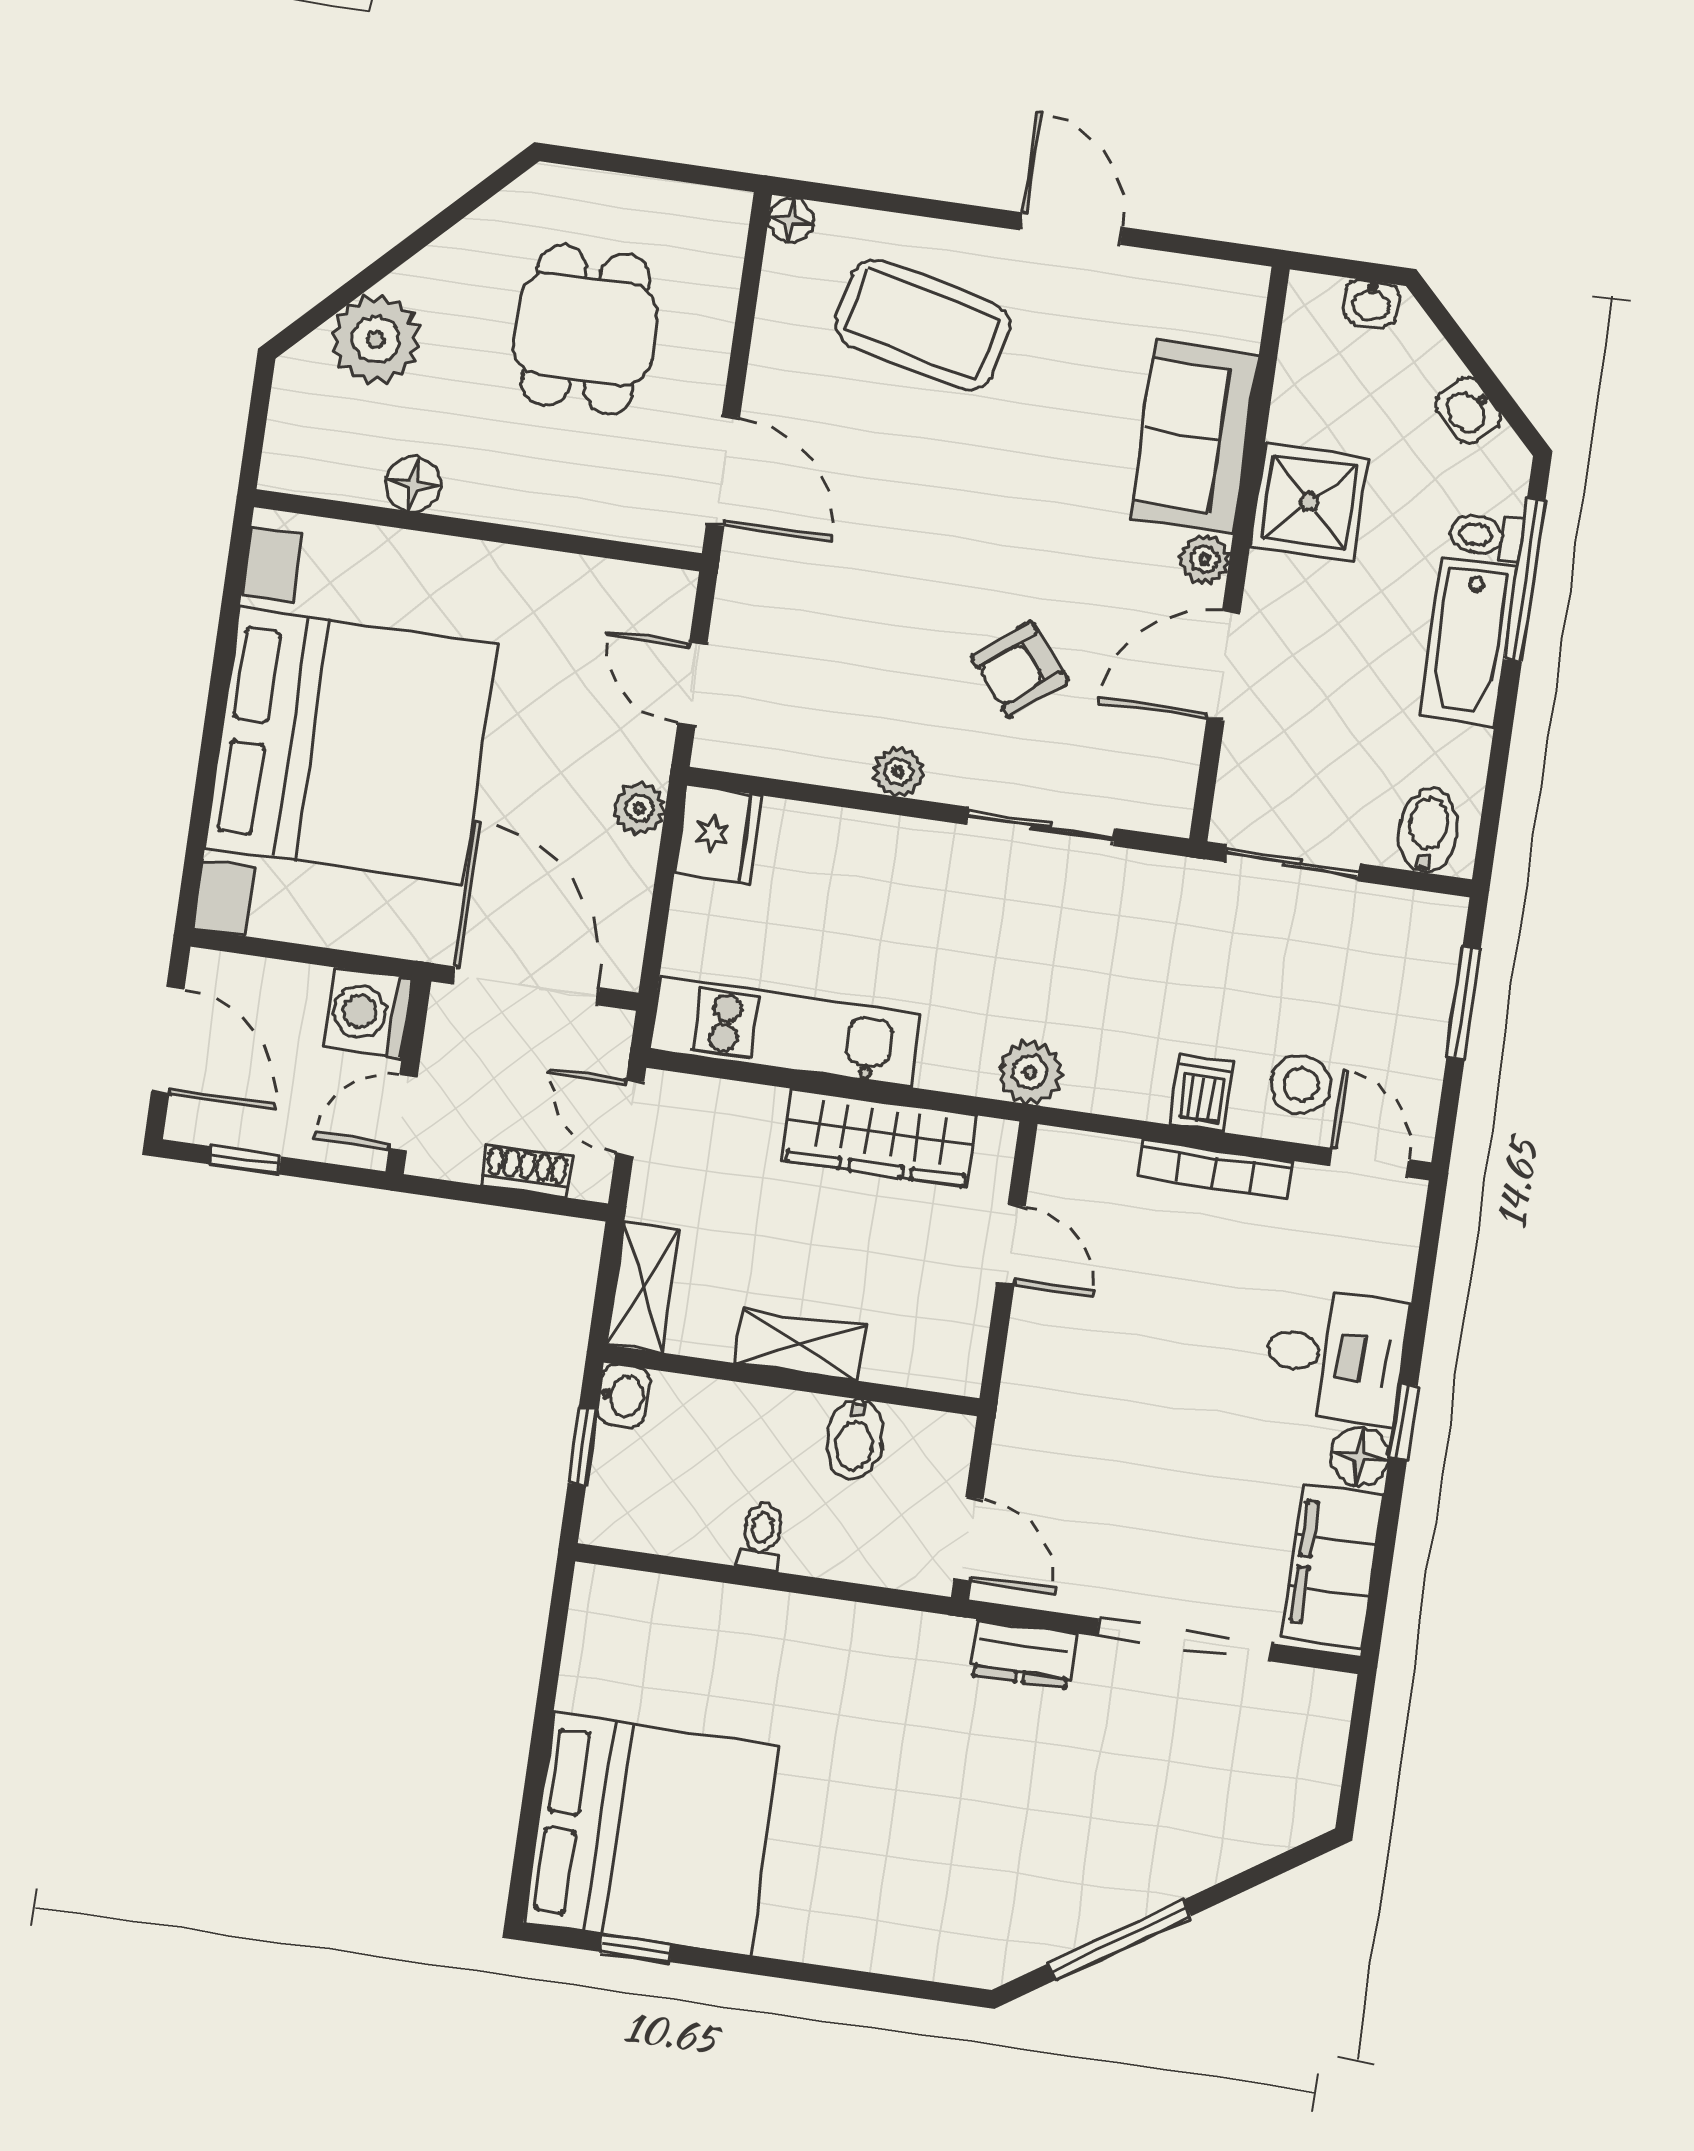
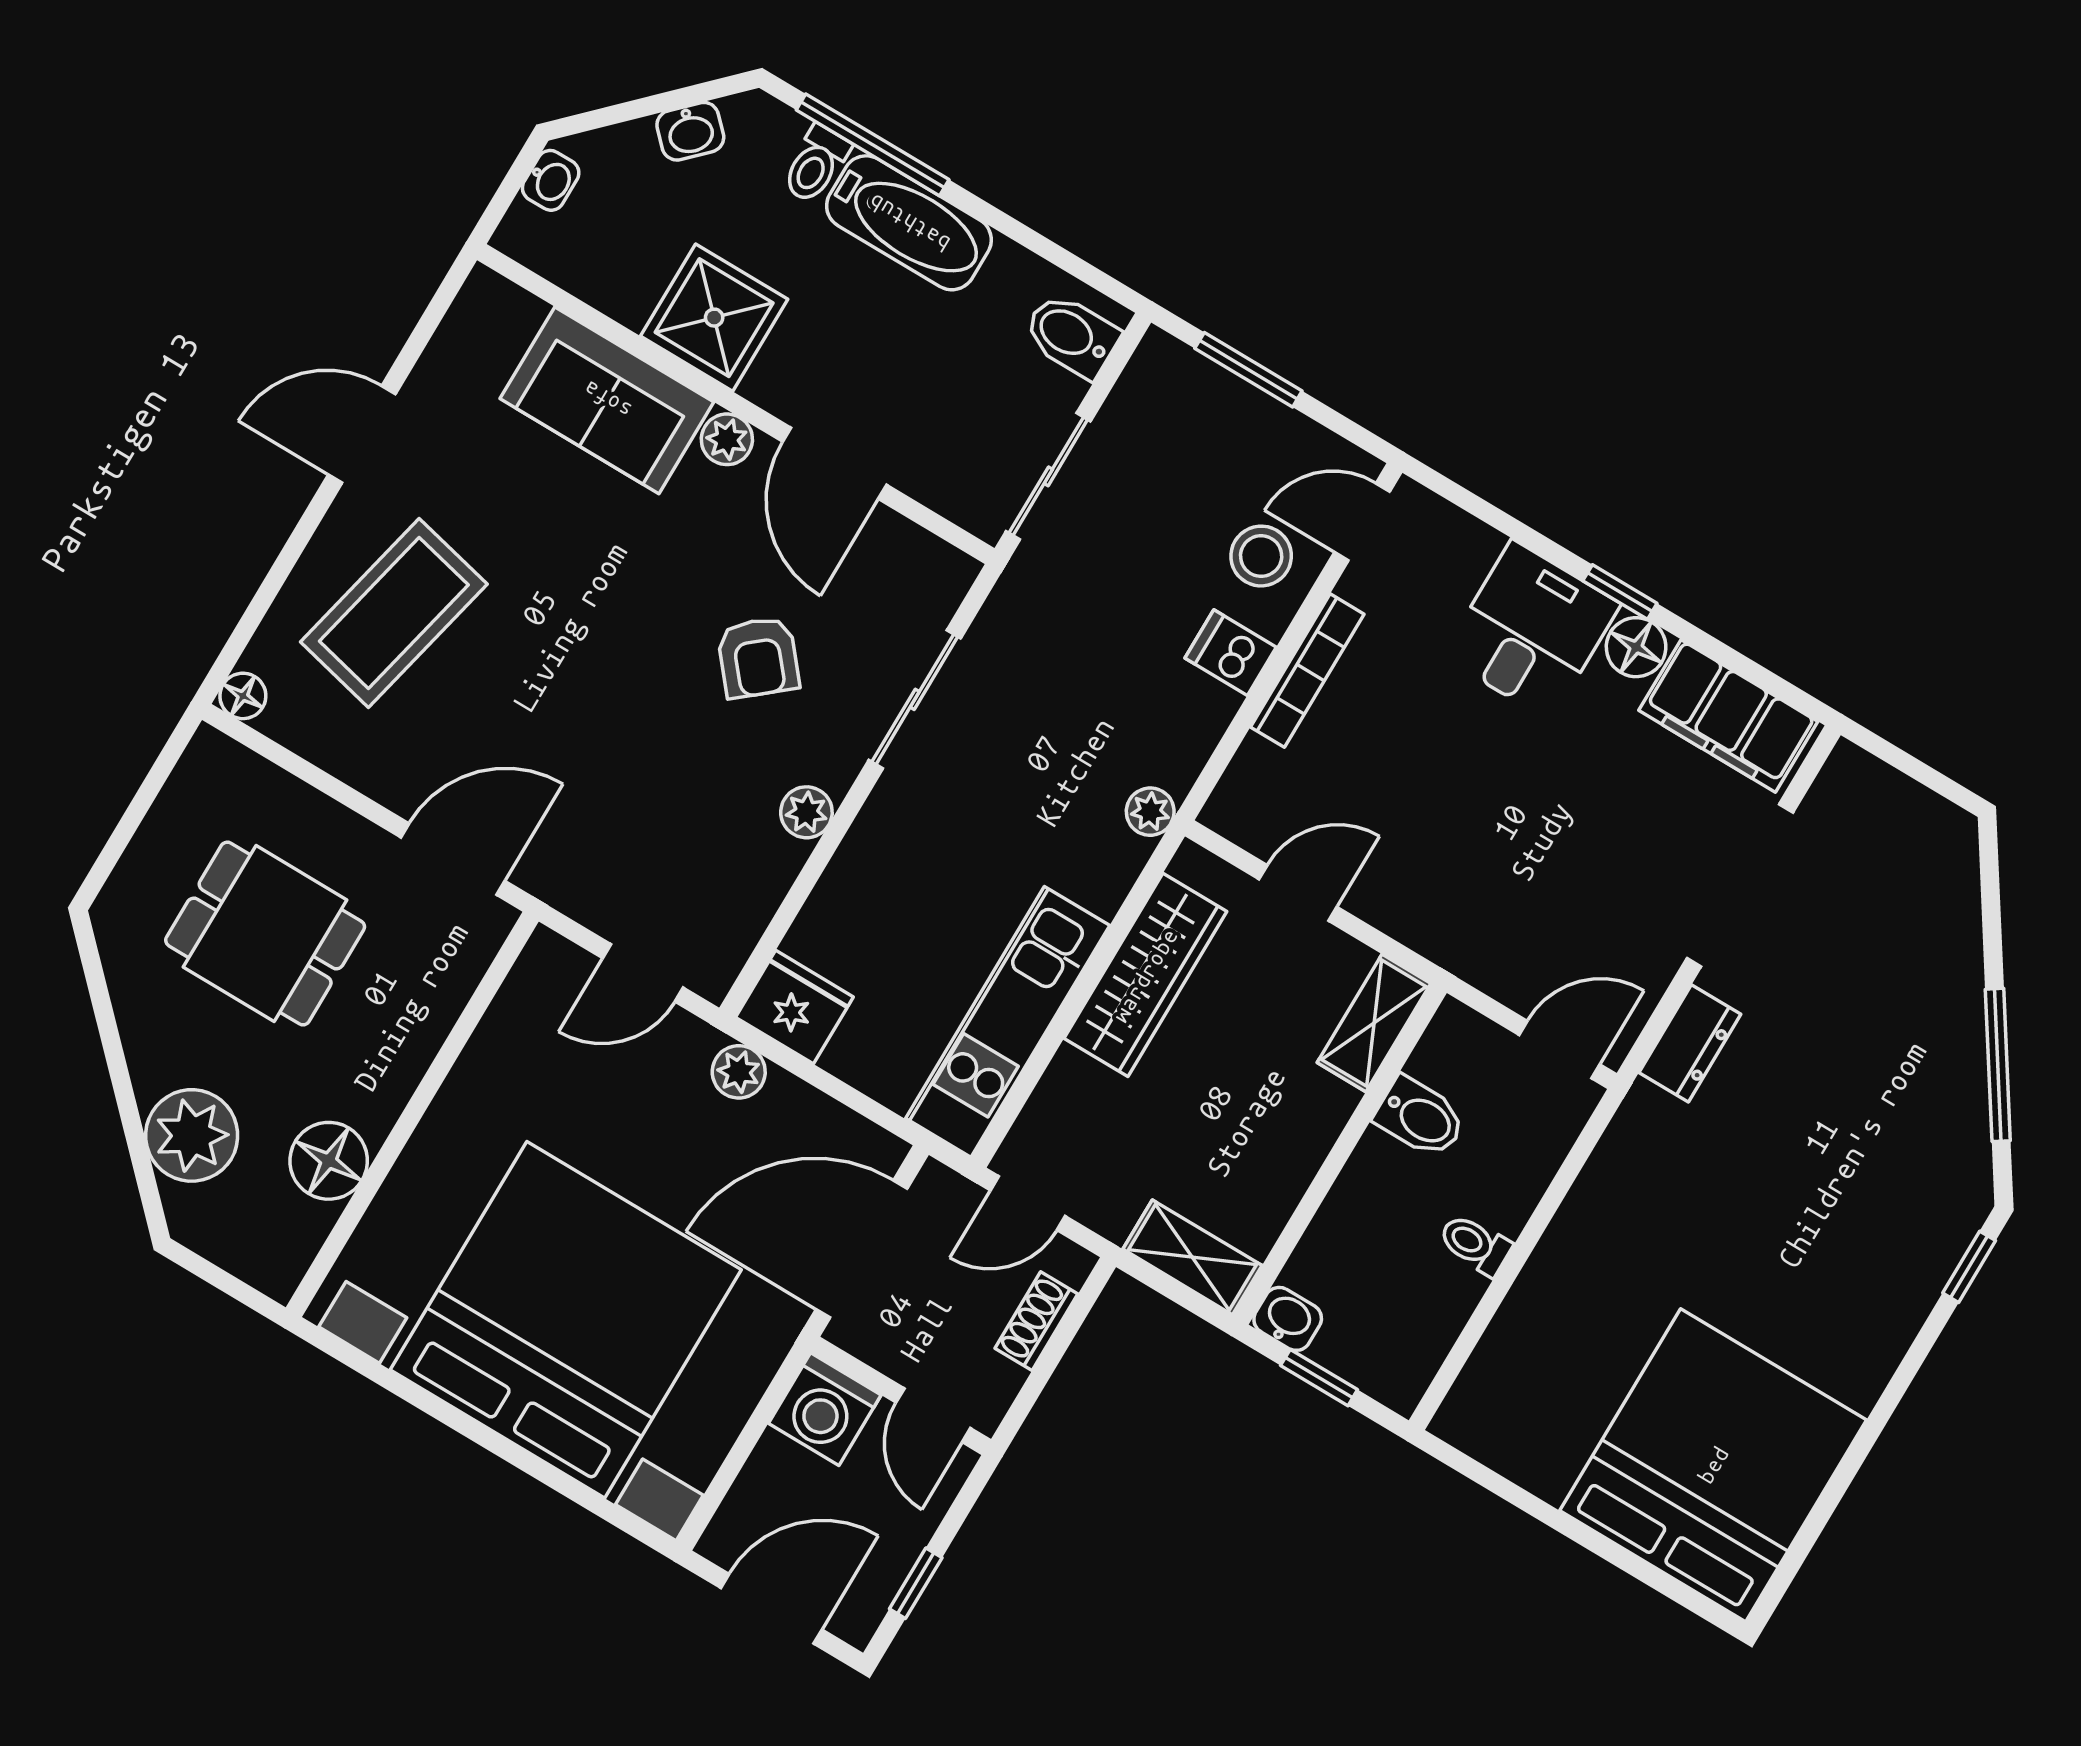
floor lamp: (413, 484) -> (329, 1161), width x1.38, depth x1.38
plant: (1030, 1072) -> (1150, 812), width x0.73, depth x0.73
shelving: (800, 1344) -> (1374, 1023), moved
window: (636, 1948) -> (1969, 1267), moved

